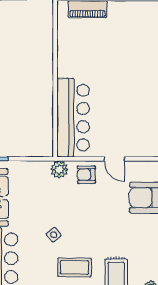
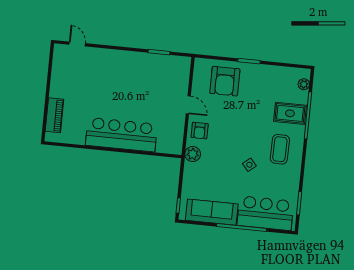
bar counter: (73, 118) -> (121, 135), moved
door: (114, 159) -> (188, 105), hinge flipped

